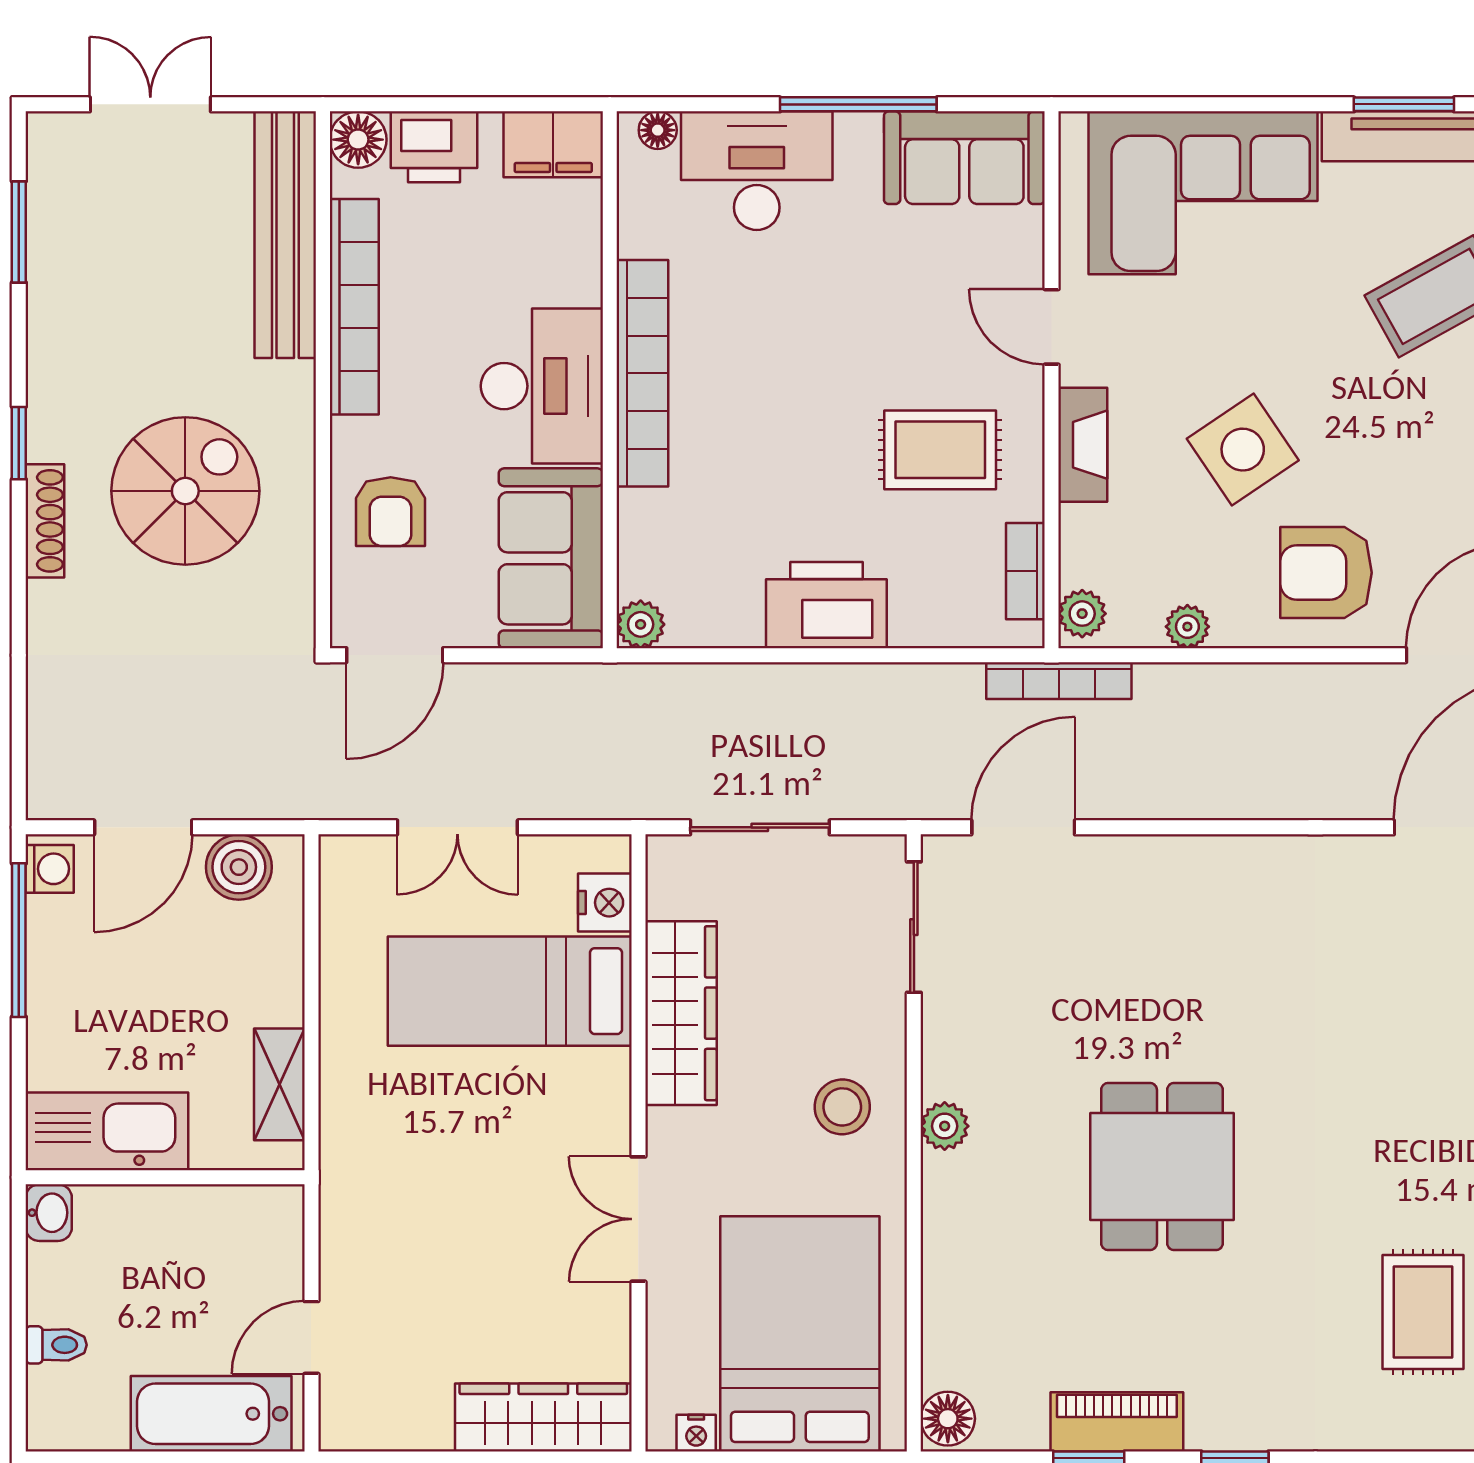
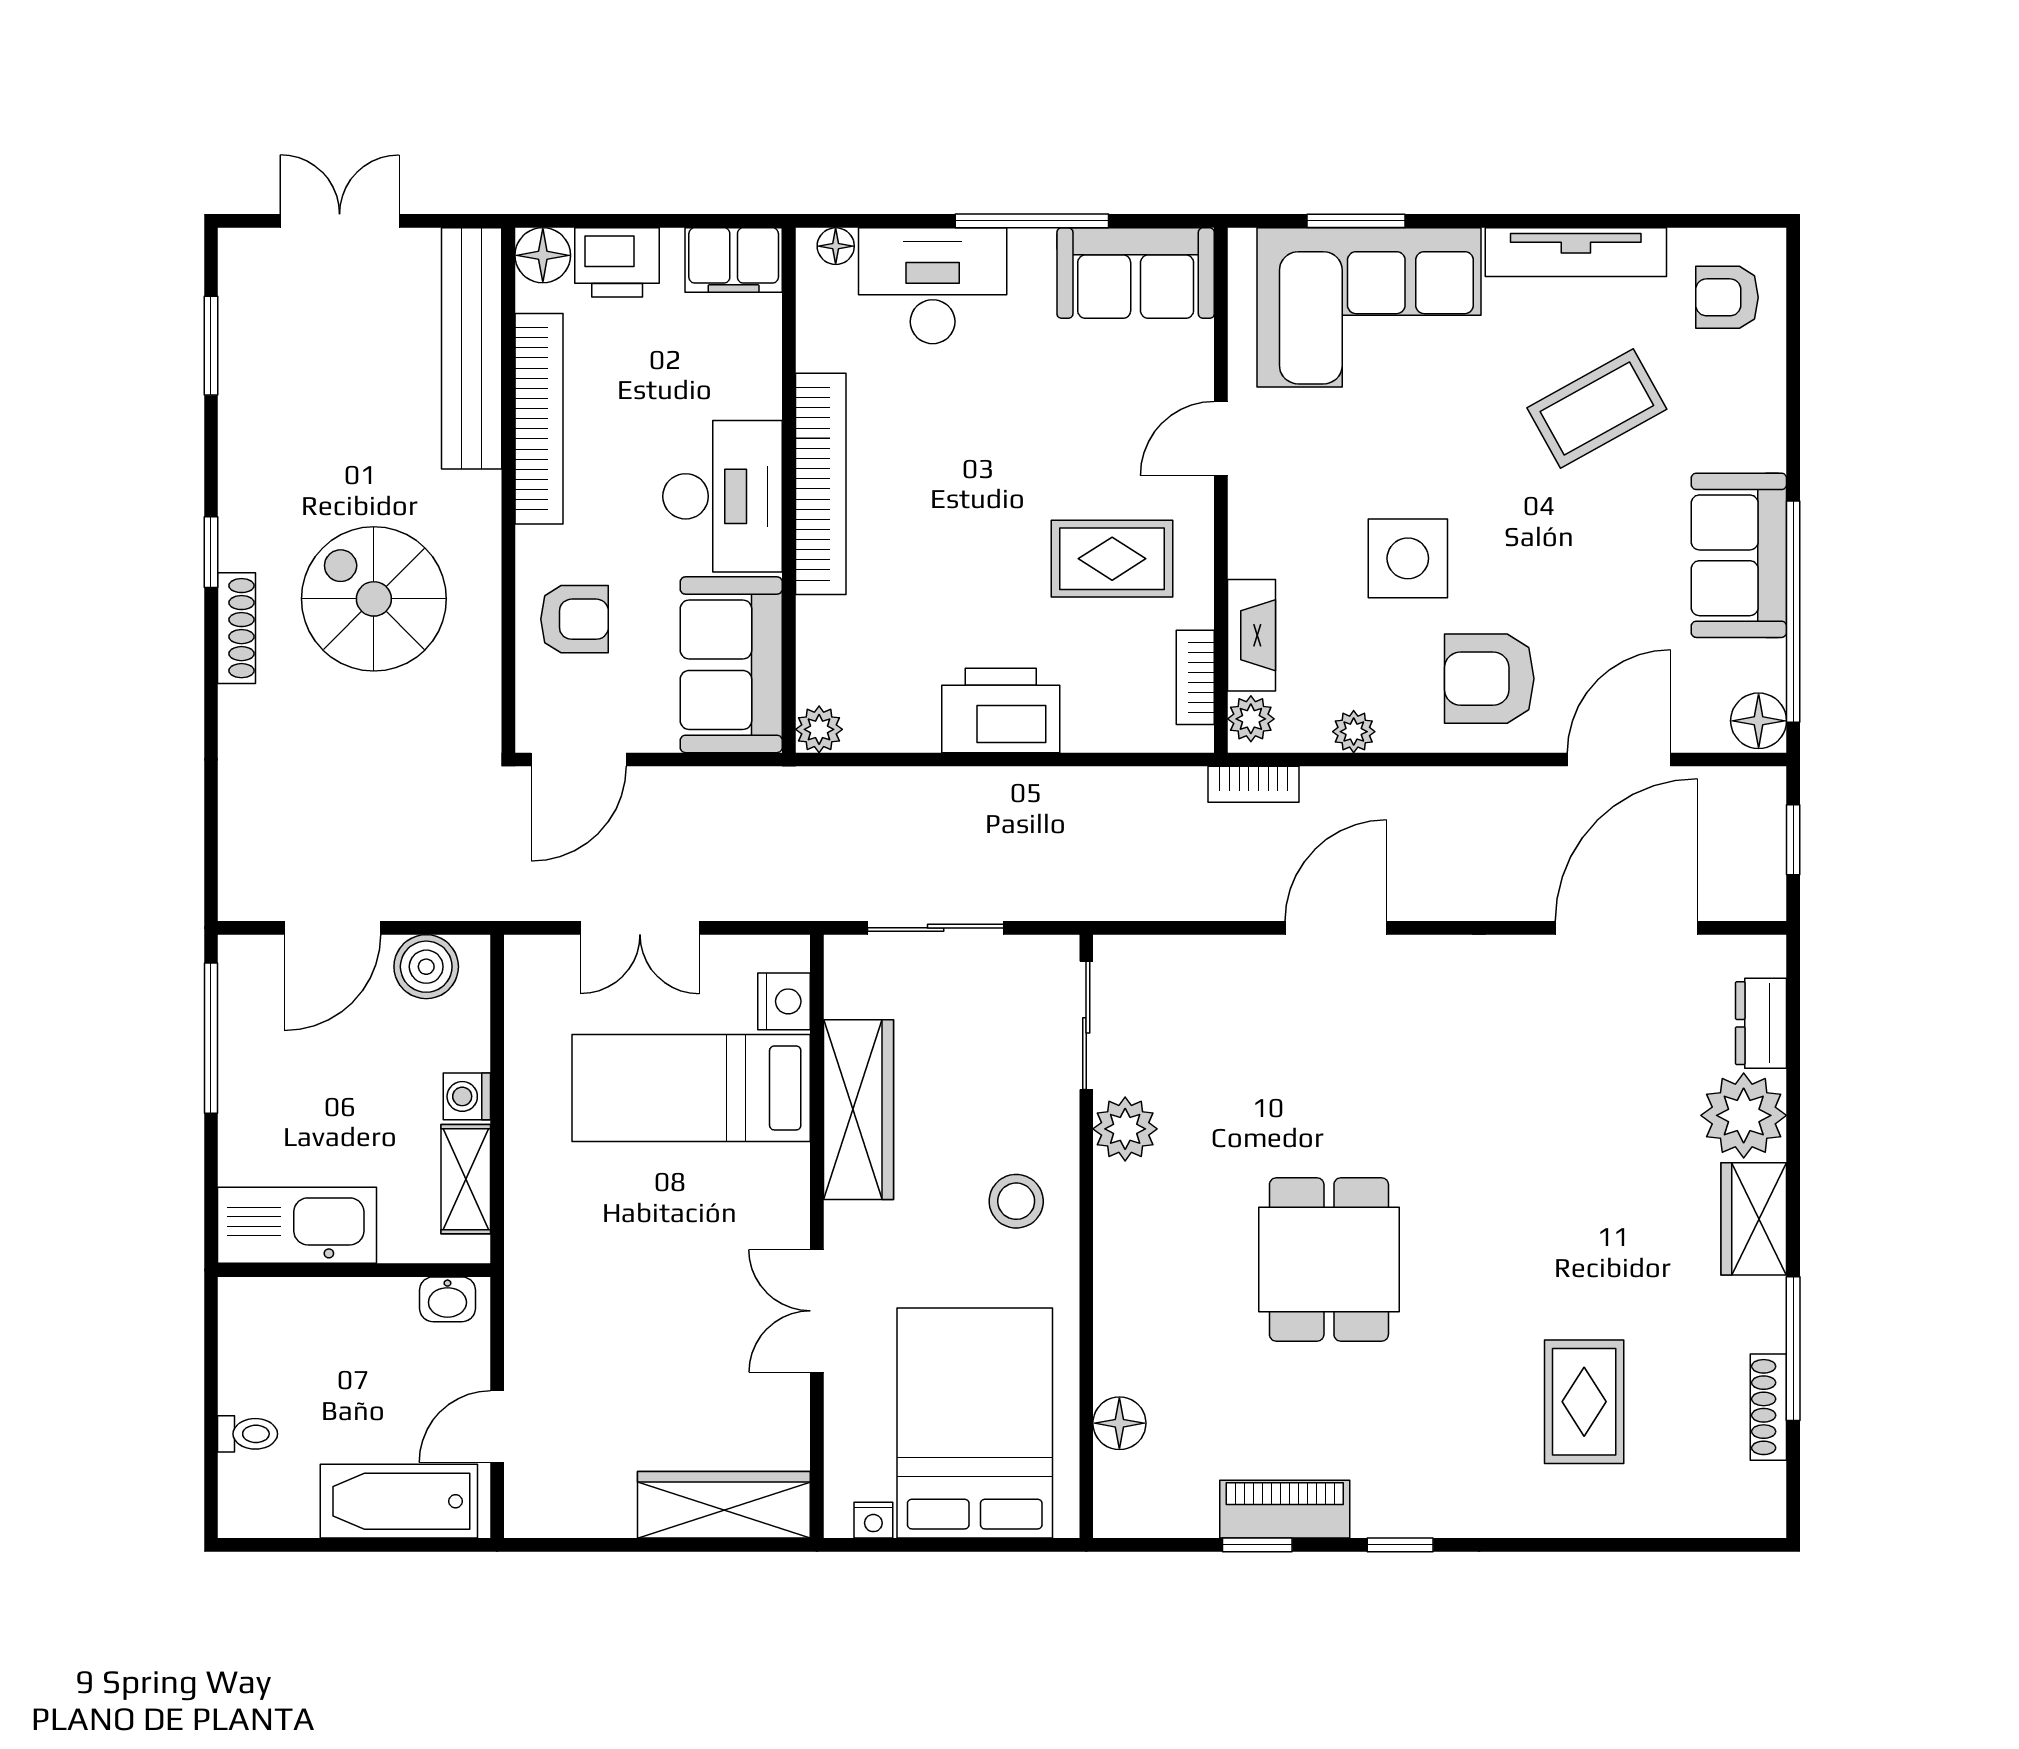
window: (1404, 104) -> (1356, 221), moved
door: (1052, 327) -> (1221, 438), hinge flipped
fireplace: (1083, 445) -> (1251, 635), moved
side table: (1243, 450) -> (1408, 558), turned 34
spiral stairs: (185, 491) -> (374, 599), turned -90
armchair: (391, 512) -> (574, 619), turned -90
bookcase: (1059, 681) -> (1254, 784), width x0.64
door: (1023, 827) -> (1336, 928), moved
washing machine: (50, 869) -> (467, 1096), moved, turned 180
plant: (945, 1126) -> (1125, 1129), moved, width x1.38, depth x1.38
washbasin: (49, 1213) -> (447, 1299), moved, turned 90
floor lamp: (948, 1419) -> (1119, 1423), moved

